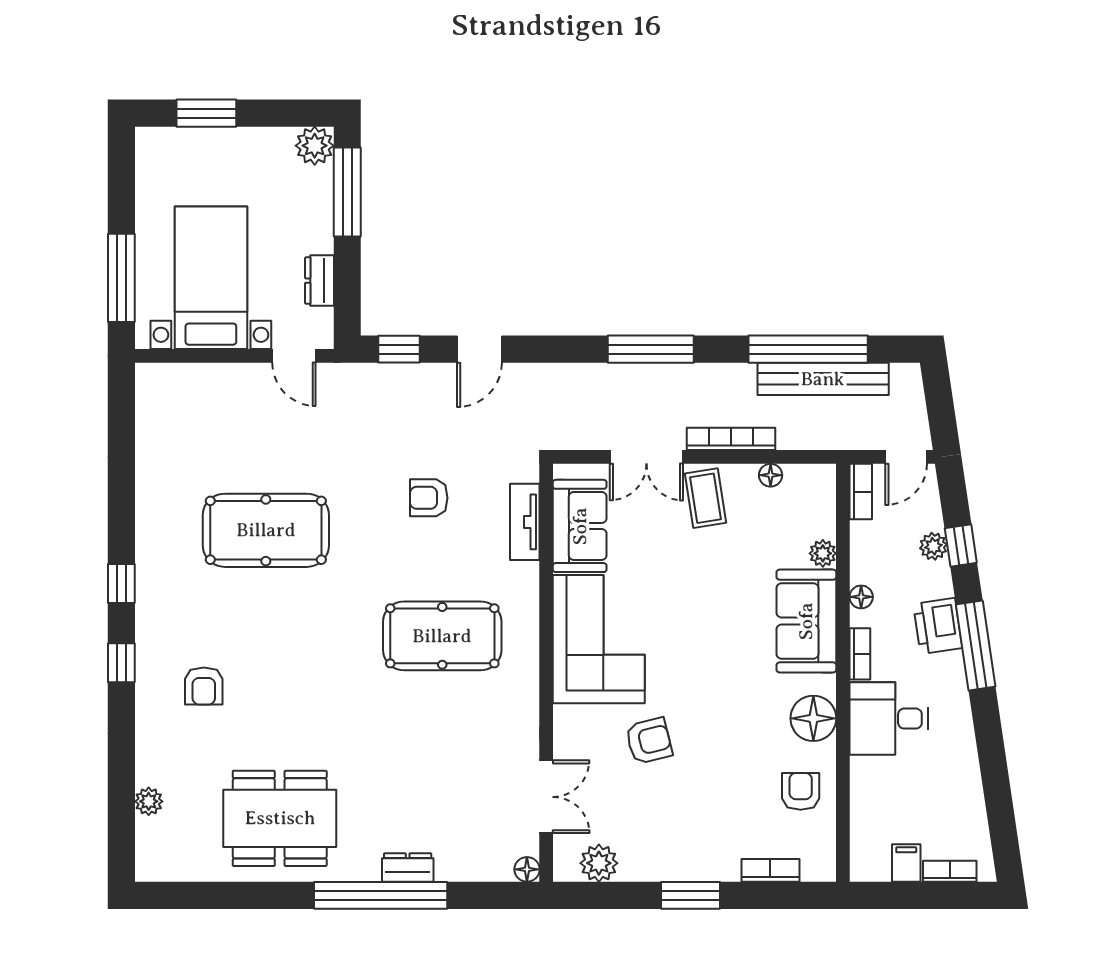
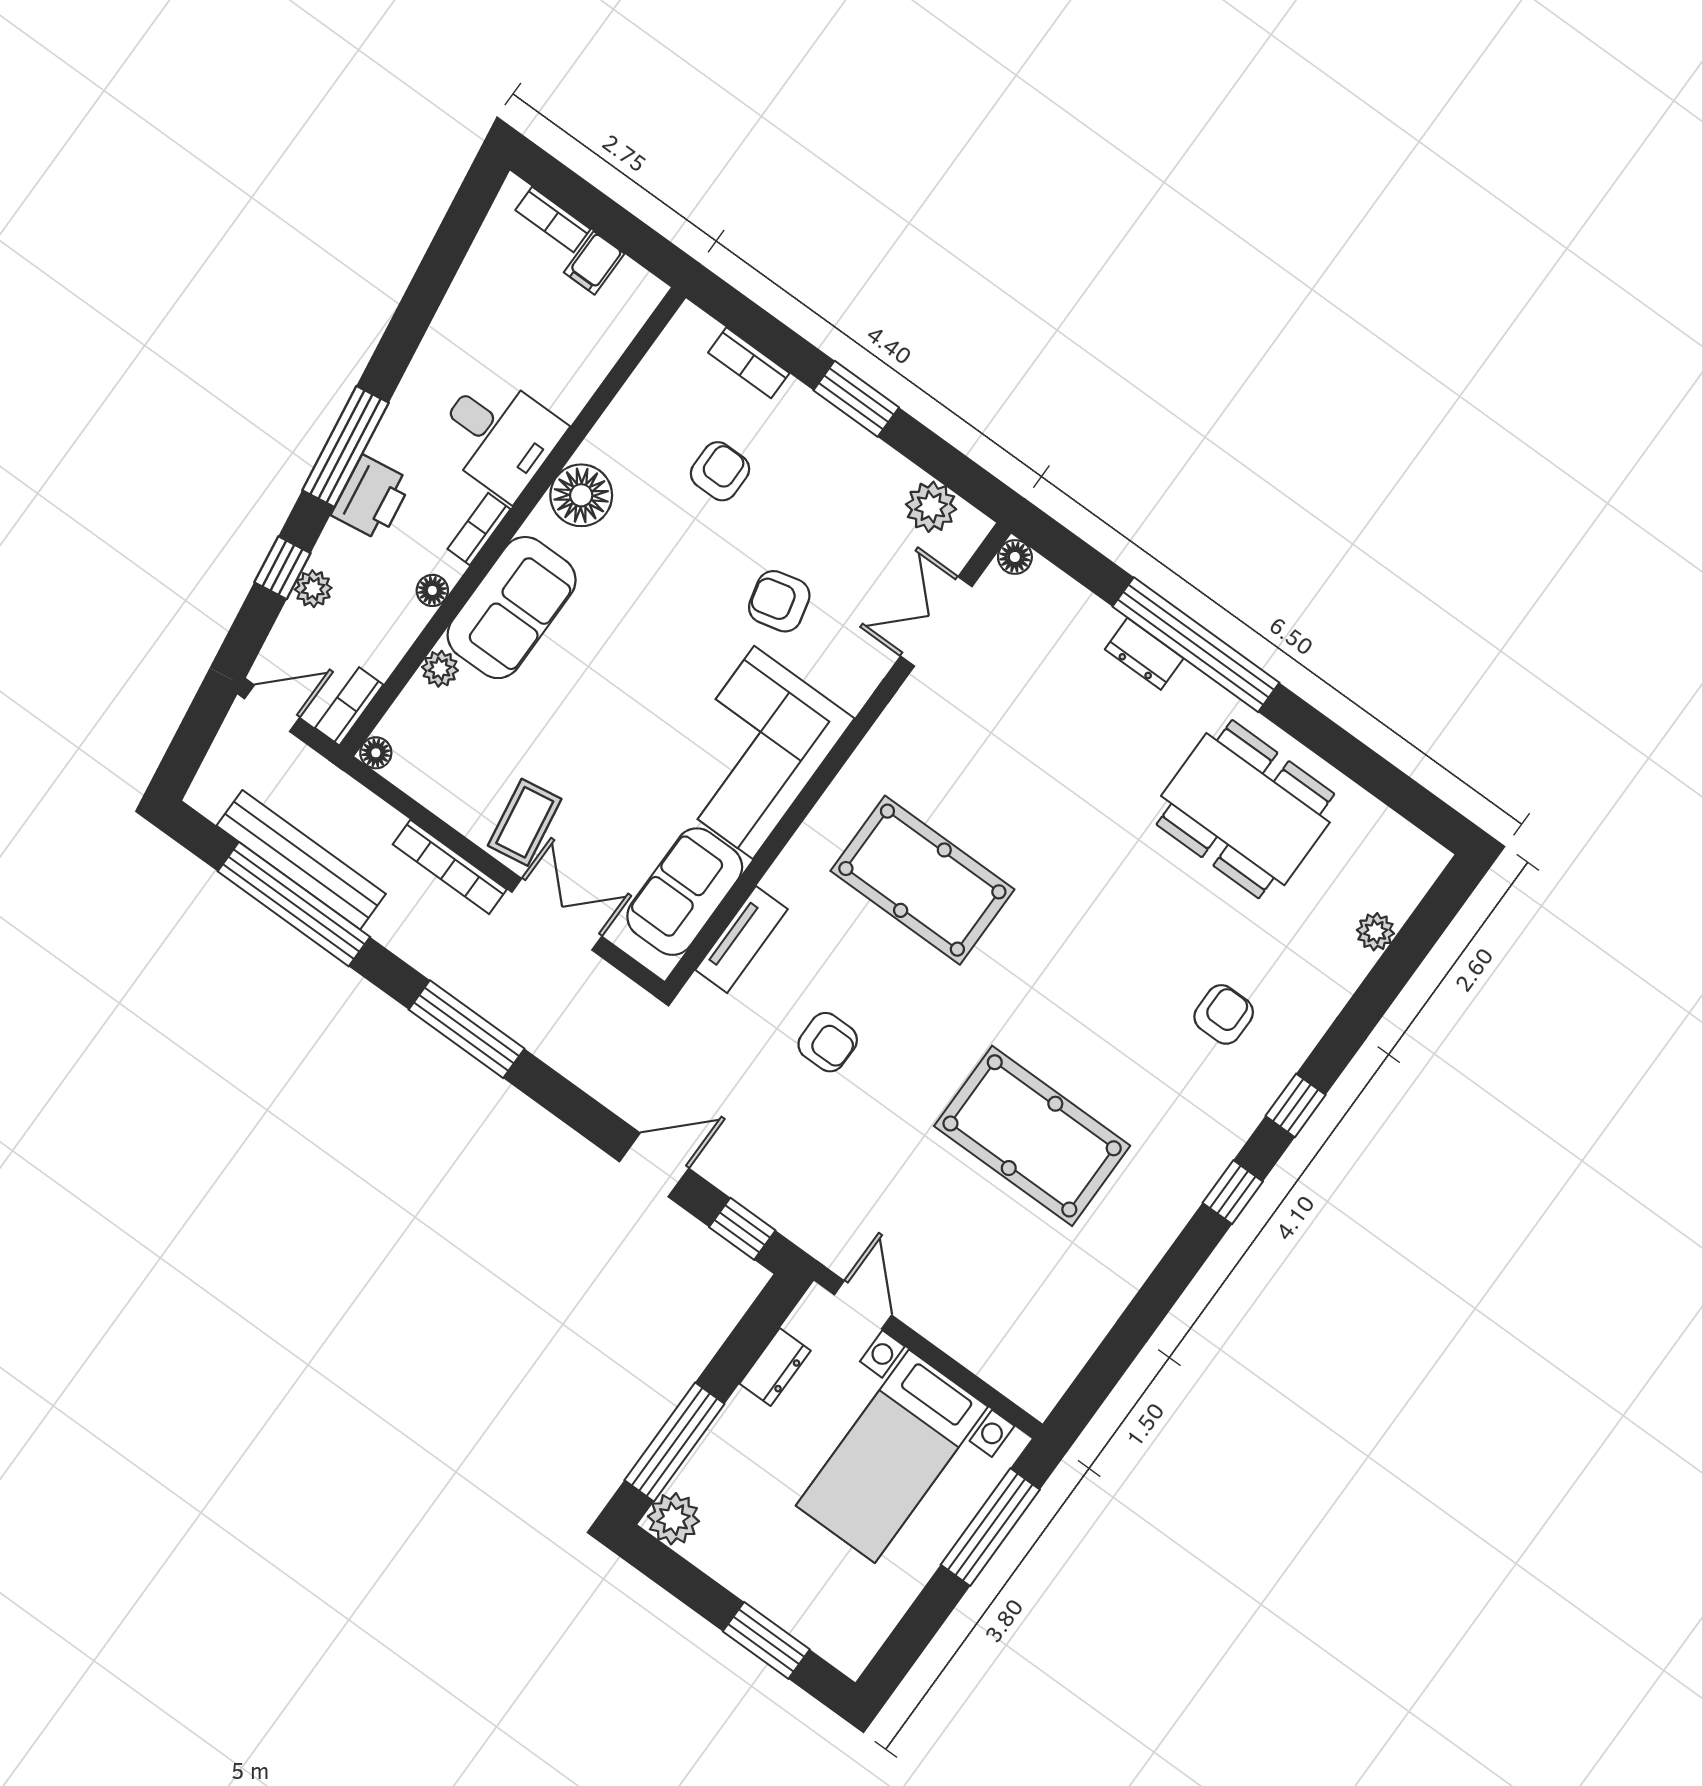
floor lamp: (771, 475) -> (376, 753), moved
armchair: (801, 791) -> (720, 471), moved, turned 180

